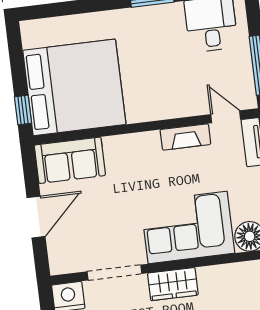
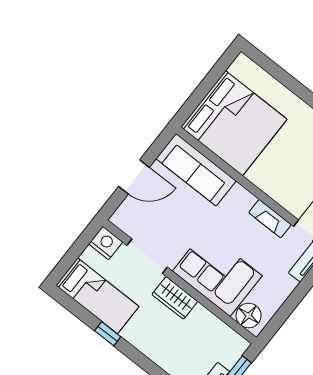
window: (23, 110) -> (190, 106), removed
sofa: (70, 160) -> (196, 170), width x1.36

